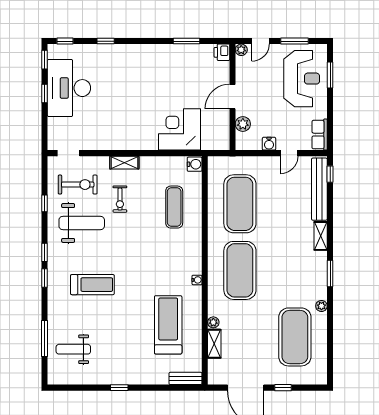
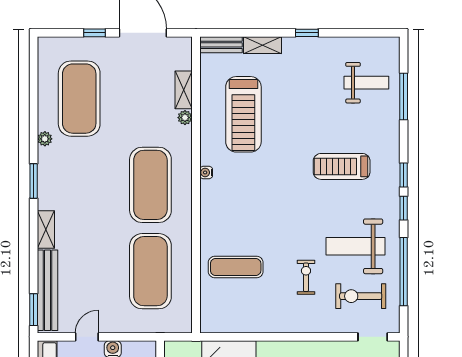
shelving: (124, 163) -> (263, 45), moved
water cooler: (195, 164) -> (209, 322), removed
window: (330, 174) -> (34, 310), width x1.50
window: (45, 203) -> (404, 272), width x3.17
exercise mat: (174, 207) -> (236, 267), turned 90

